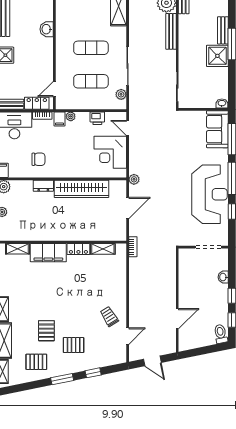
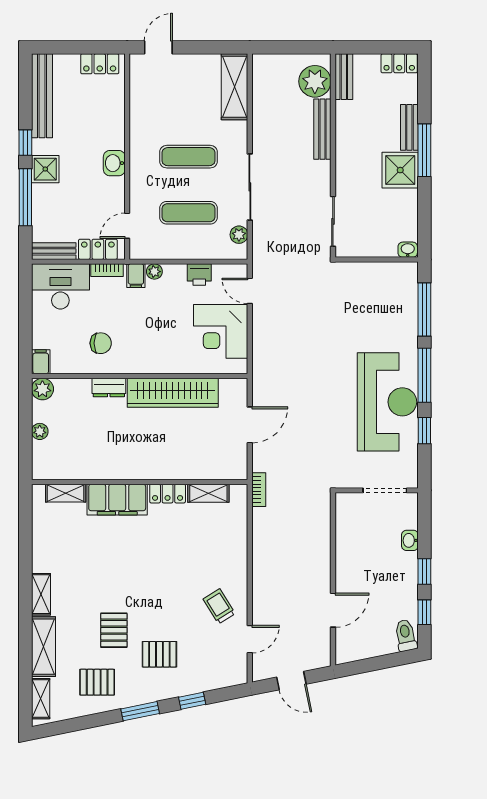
washbasin: (47, 29) -> (114, 163), moved
sofa: (217, 129) -> (400, 293), removed
plant: (134, 179) -> (261, 377), removed

